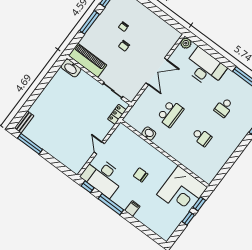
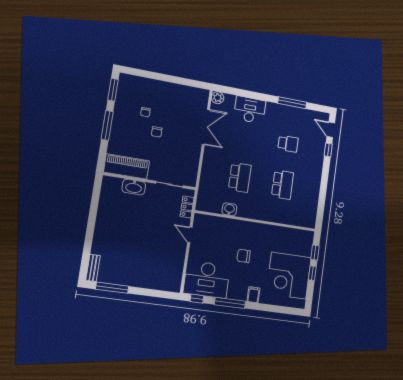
washbasin: (71, 68) -> (134, 187), moved
desk: (205, 68) -> (250, 110), width x0.73, depth x0.77
double door: (157, 71) -> (206, 127), moved
school desk: (224, 107) -> (288, 144), turned -90
school desk: (202, 137) -> (283, 185), width x1.85
door: (99, 148) -> (190, 235), moved
corner desk: (182, 191) -> (289, 276), moved, turned 90

